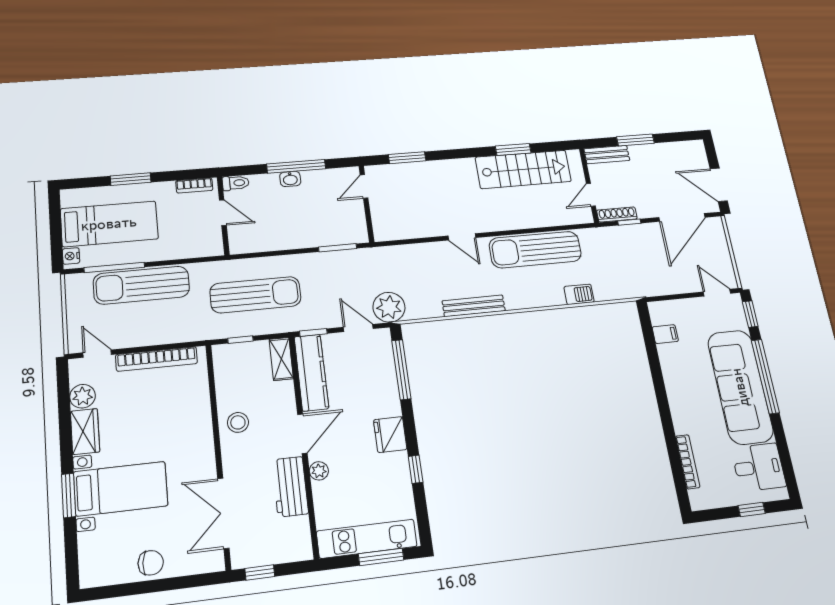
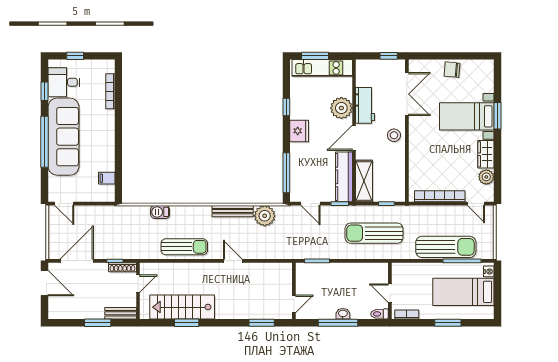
sun lounger: (535, 250) -> (184, 247), width x0.73, depth x0.75
plant: (389, 307) -> (265, 216), moved
window: (750, 314) -> (45, 91), moved
shelving: (281, 359) -> (364, 181), width x1.50, depth x1.33
stool: (238, 422) -> (394, 135), moved
plant: (319, 471) -> (341, 108), width x1.87, depth x1.87

